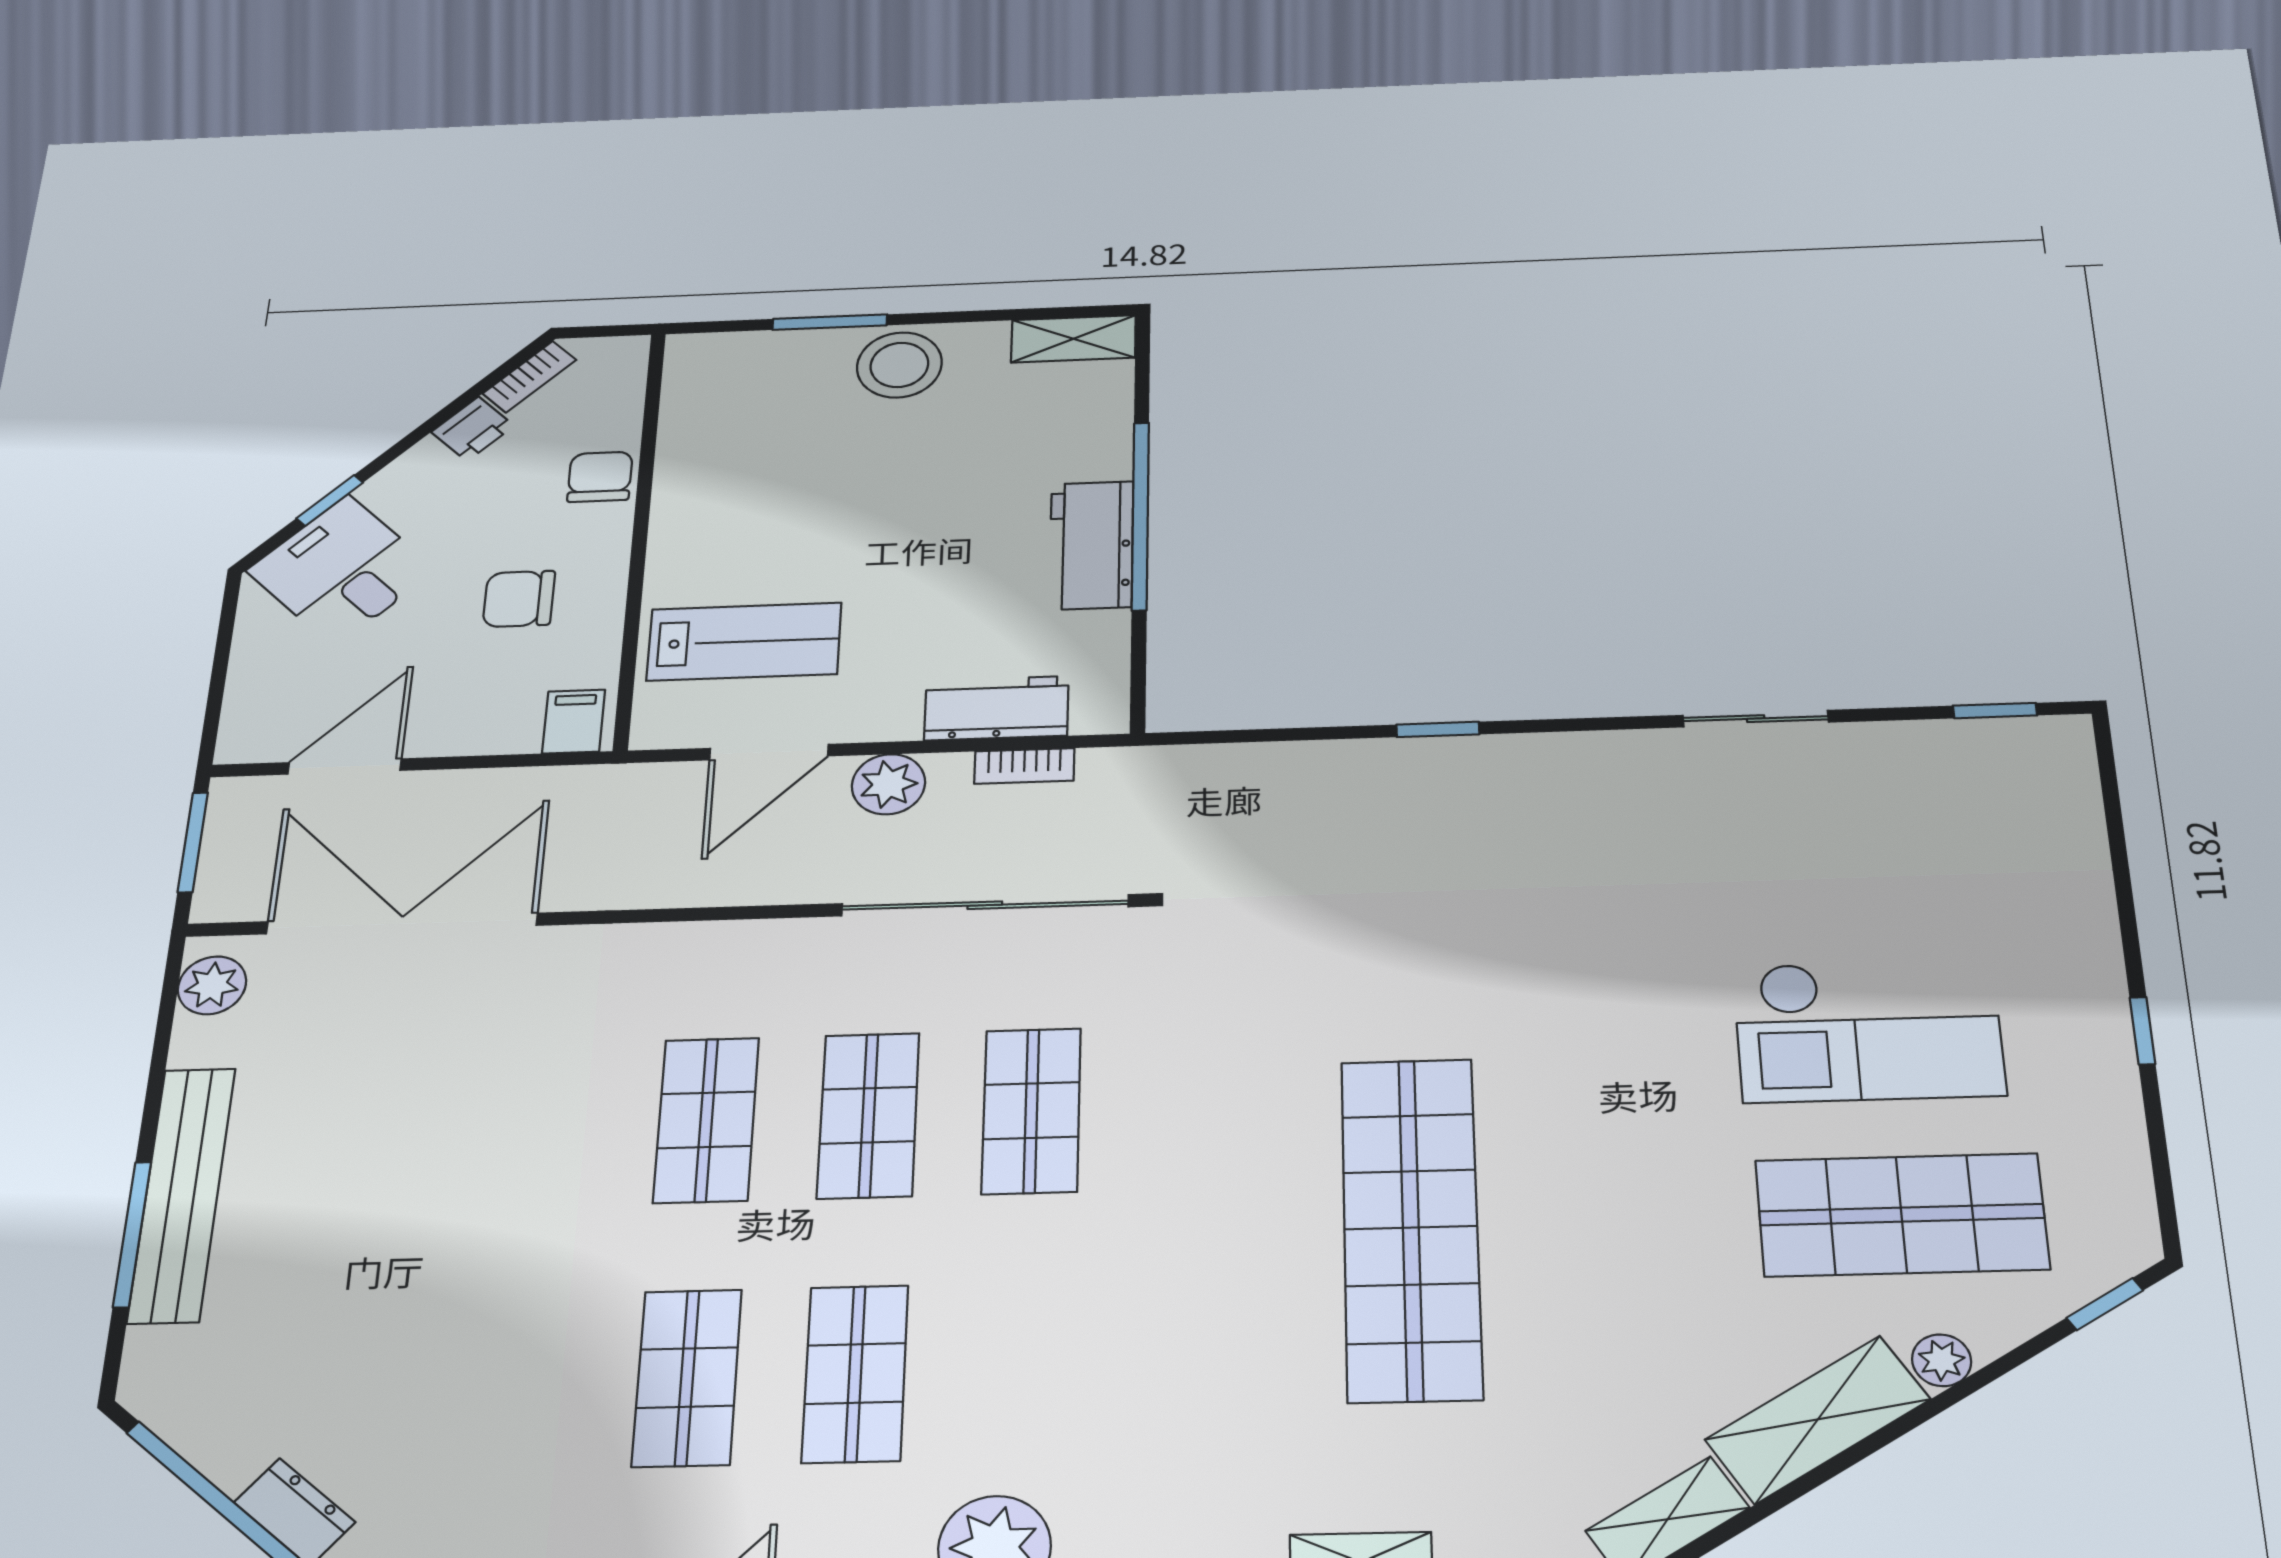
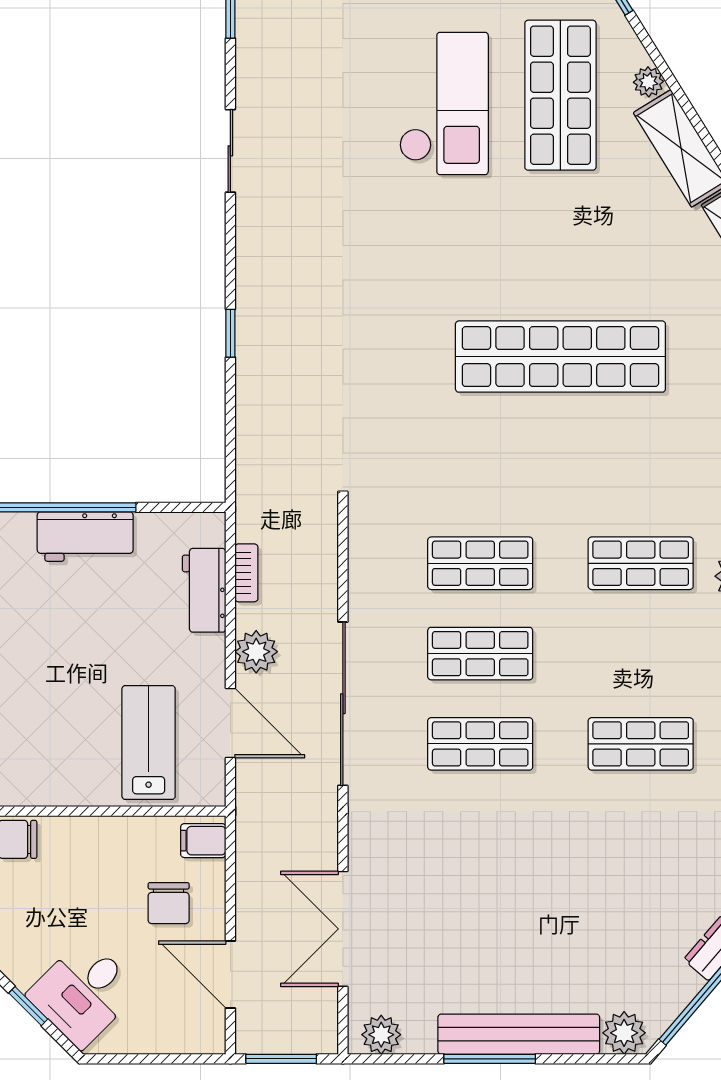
chair: (519, 599) -> (169, 903), moved
sliding door: (985, 905) -> (343, 704), moved
double door: (402, 924) -> (343, 929), width x0.73
window: (132, 1234) -> (490, 1059), moved
plant: (159, 1363) -> (624, 1033), added
shop shelf: (855, 1373) -> (641, 563), moved

